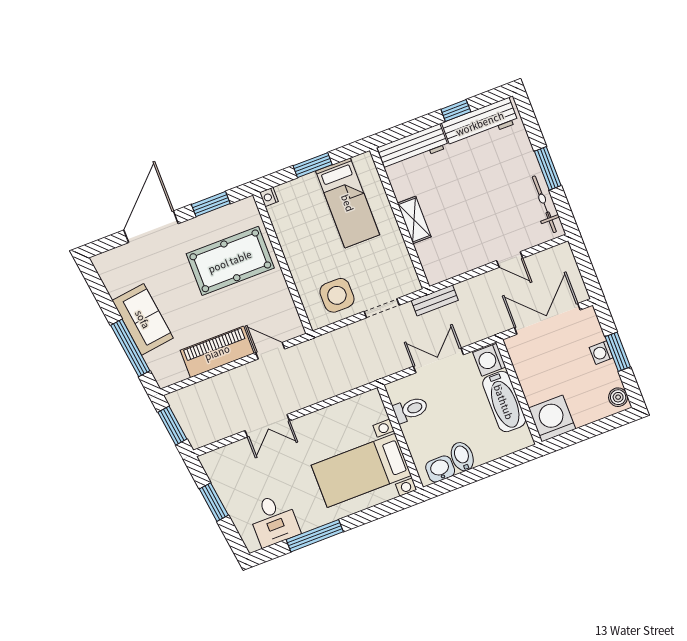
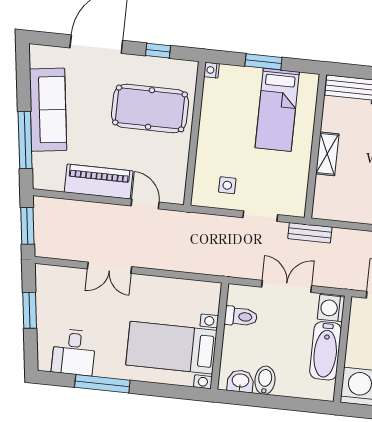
window: (211, 204) -> (158, 51), width x0.67
side table: (337, 295) -> (227, 185), width x0.54, depth x0.54
sofa: (143, 319) -> (48, 110), width x1.36

